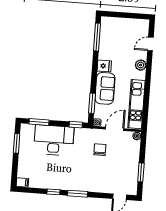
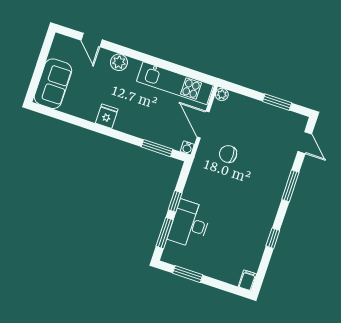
window: (97, 37) -> (61, 116), removed
sofa: (105, 88) -> (53, 84), moved, turned 90
window: (76, 125) -> (175, 201), moved
desk: (54, 140) -> (190, 224), width x0.73, depth x0.77
window: (78, 194) -> (290, 186), moved

